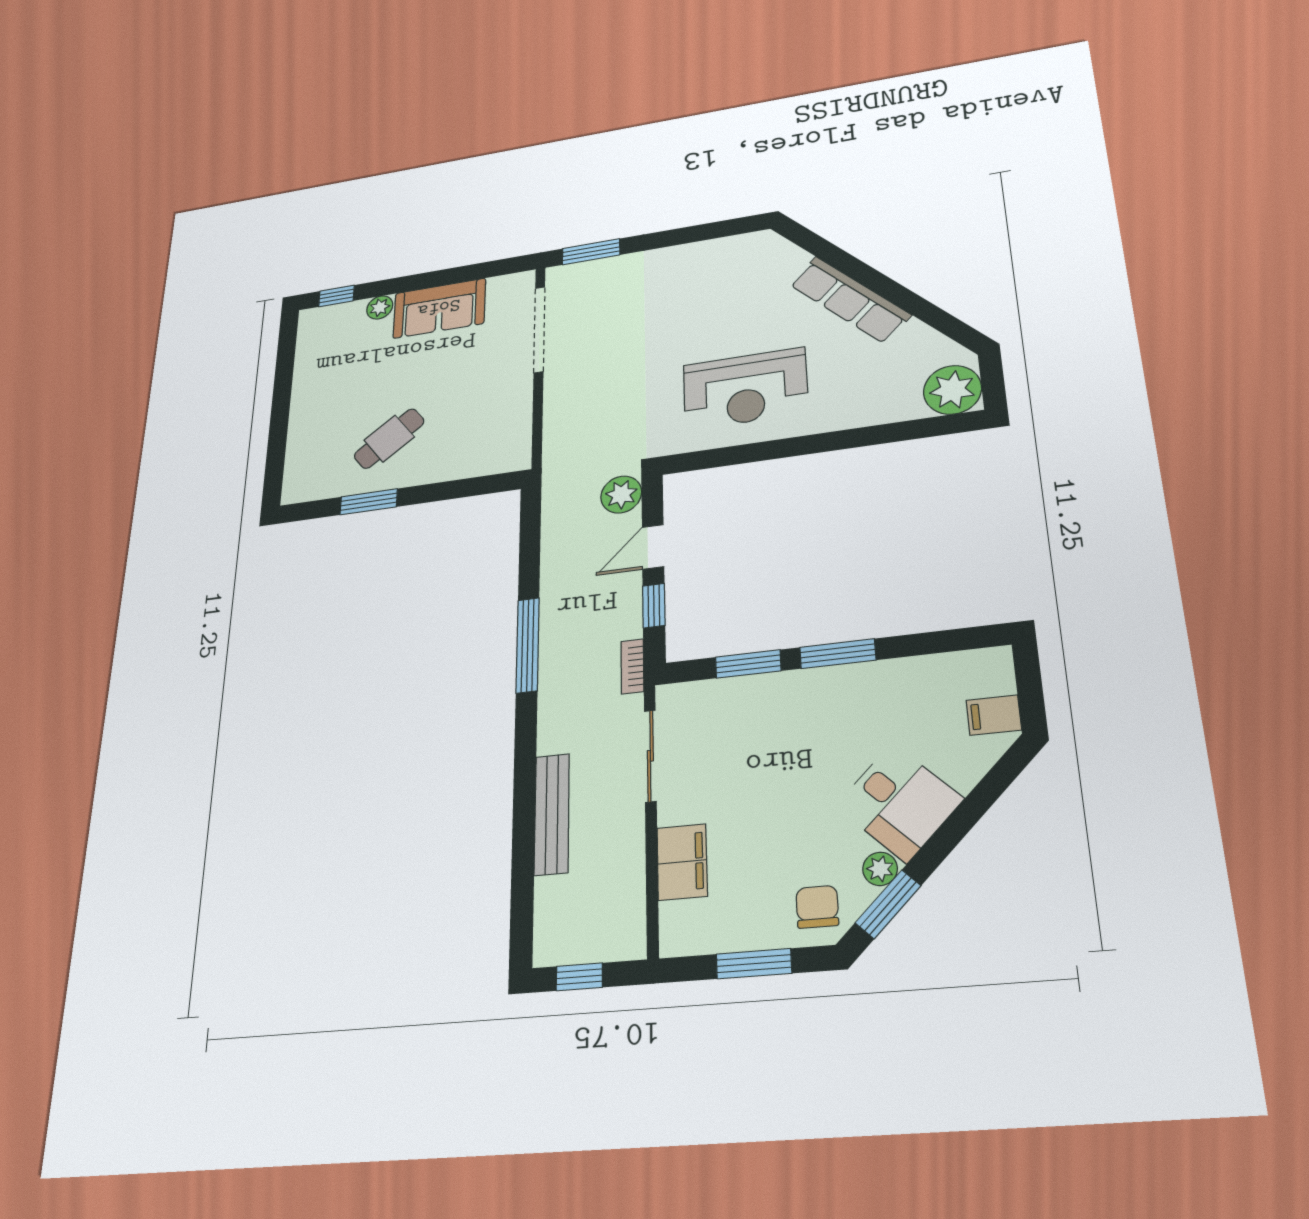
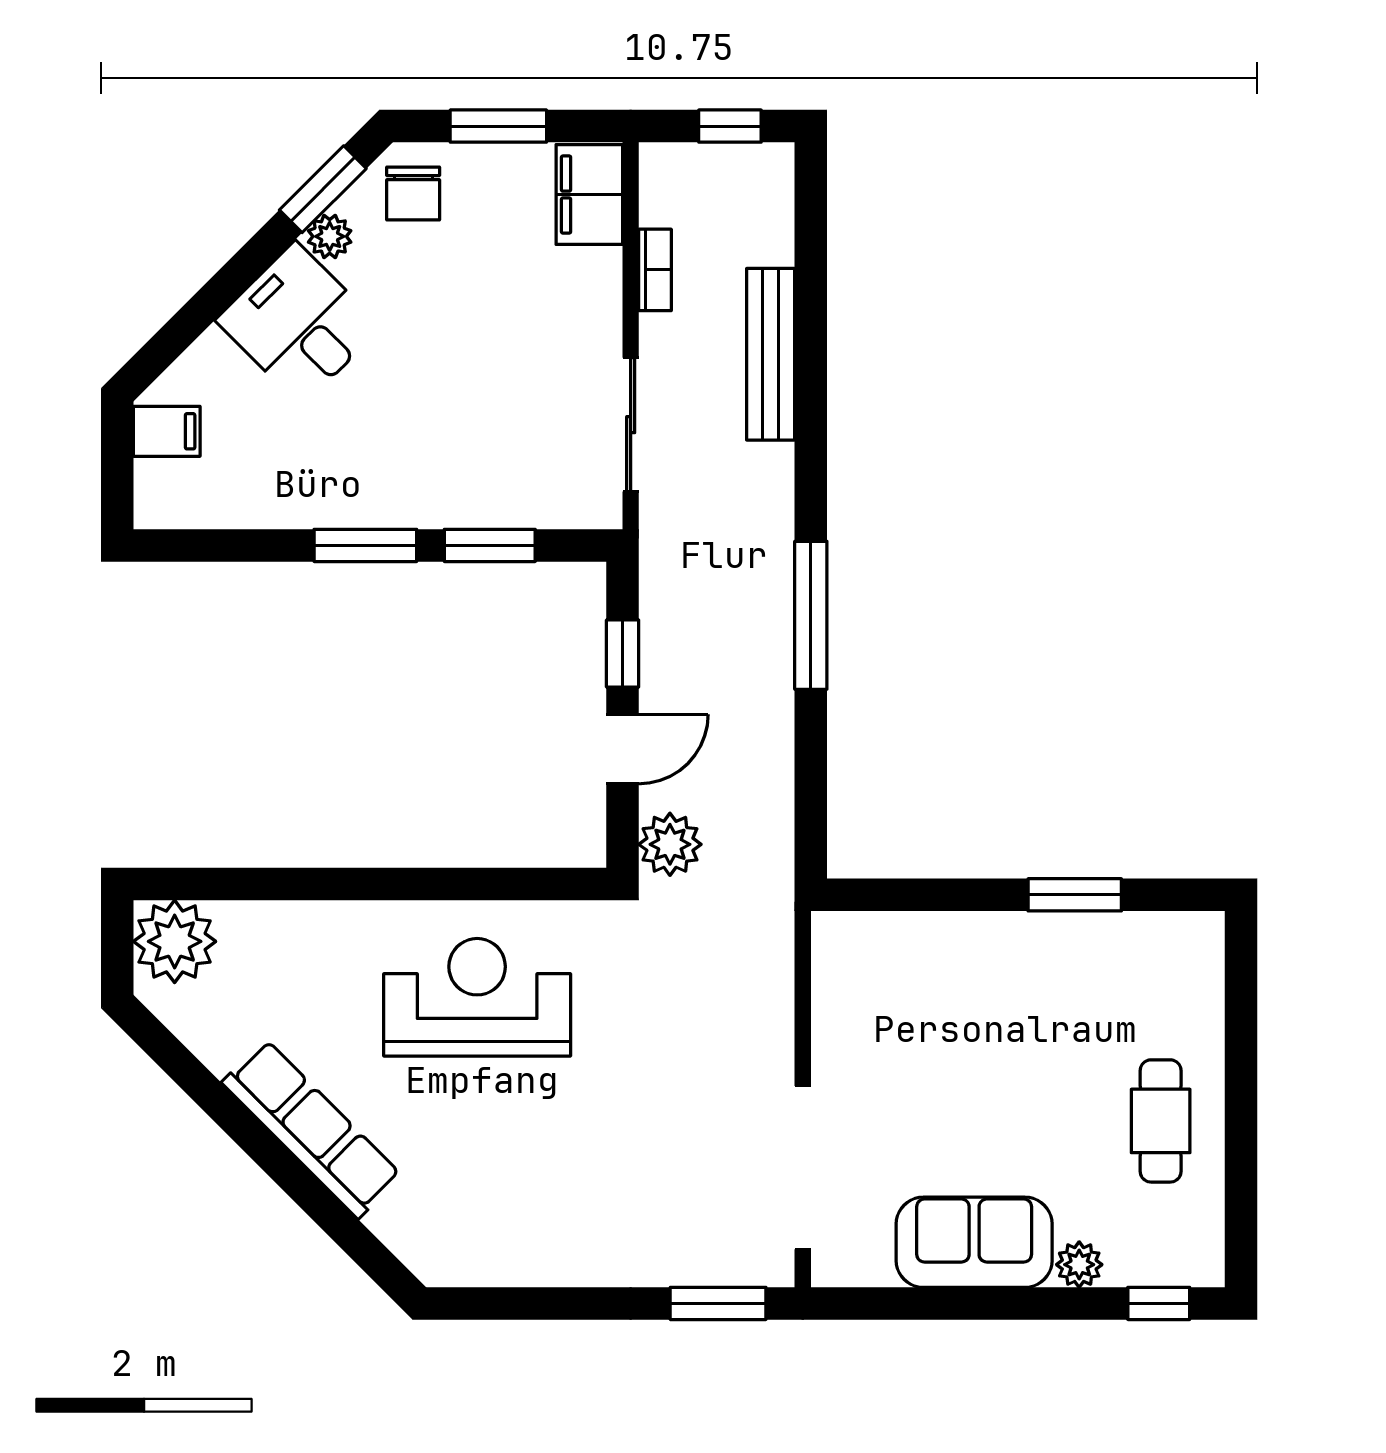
cafe table: (389, 439) -> (1161, 1121), moved, turned -53
bookcase: (632, 666) -> (655, 270), moved
filing cabinet: (682, 862) -> (589, 195), moved

